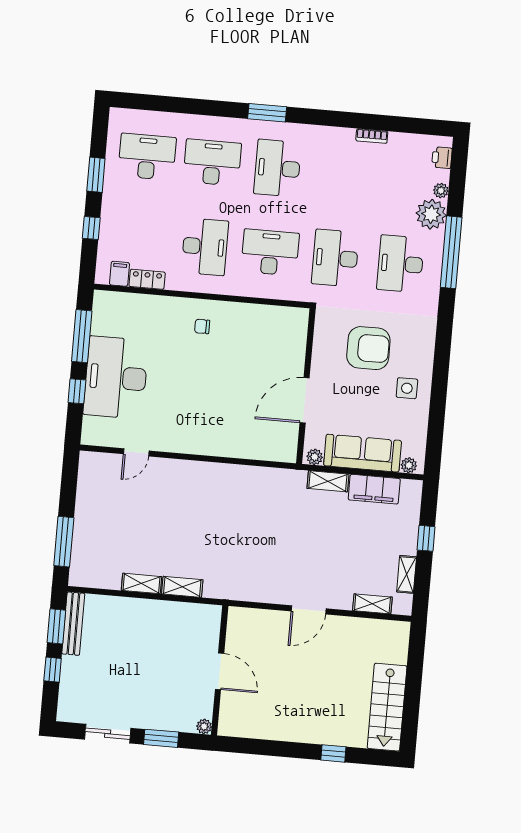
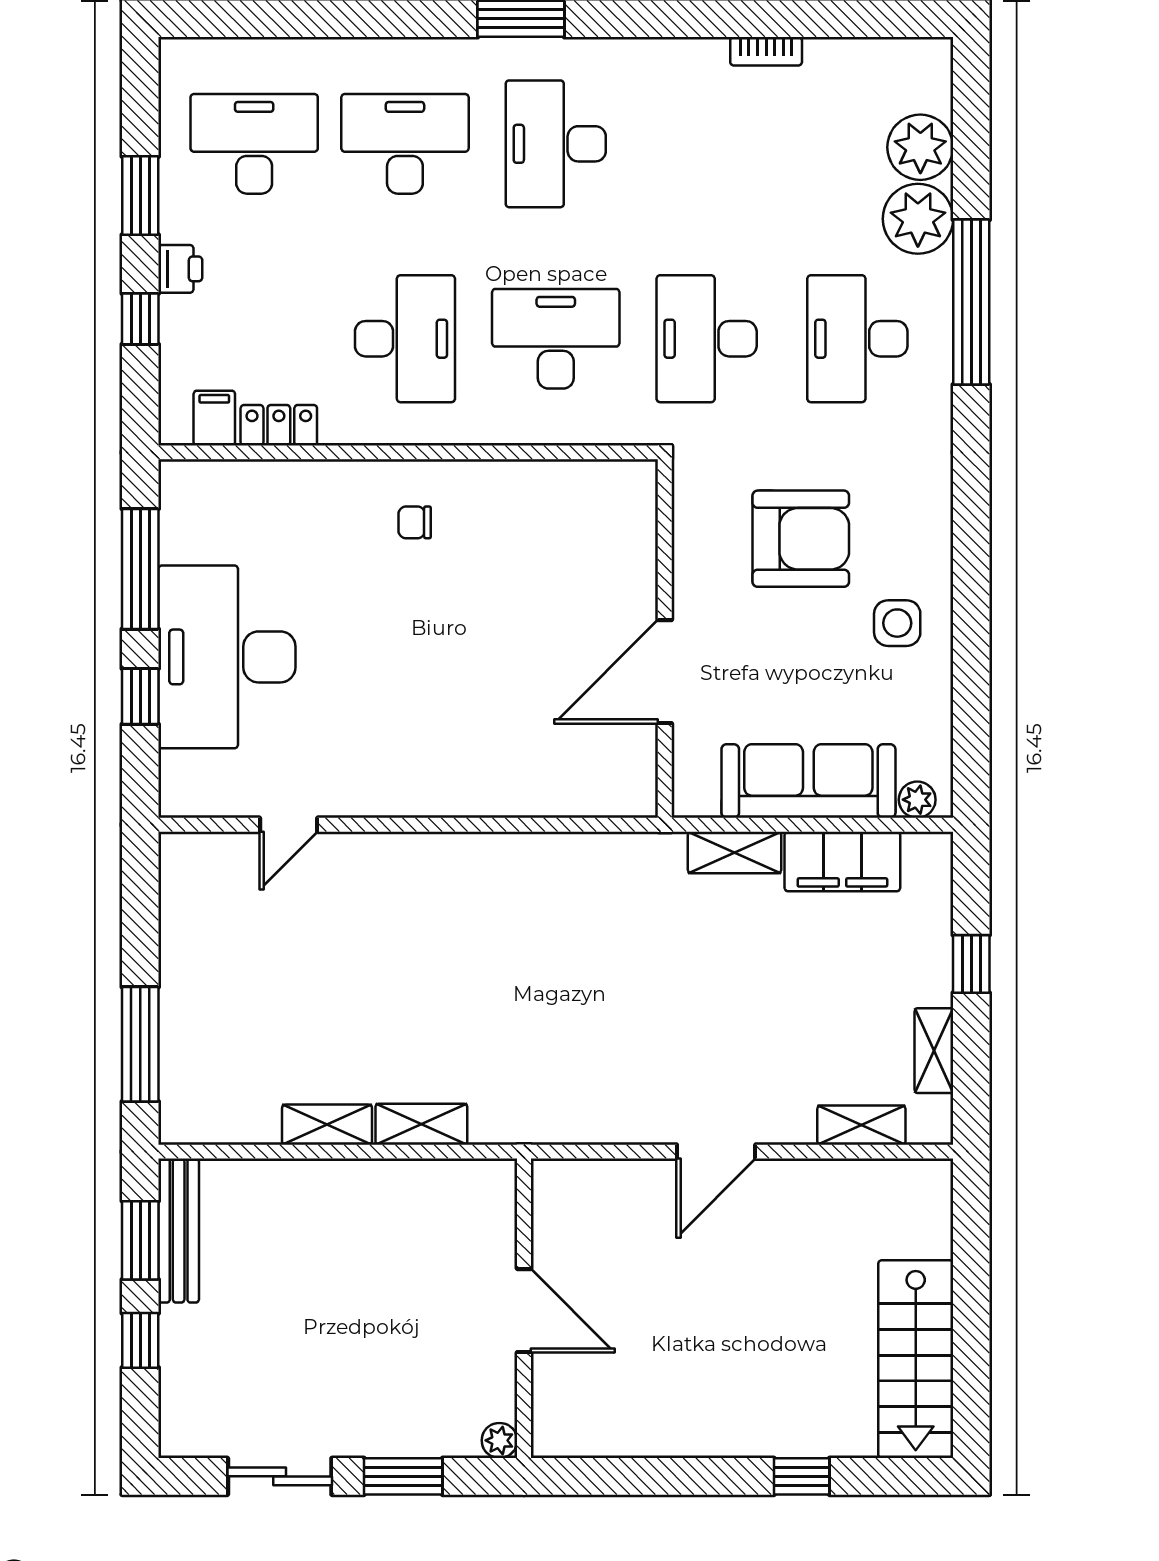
printer: (442, 158) -> (180, 269), moved, turned 180
plant: (441, 191) -> (920, 147), width x1.88, depth x1.88
plant: (315, 457) -> (699, 799), removed

